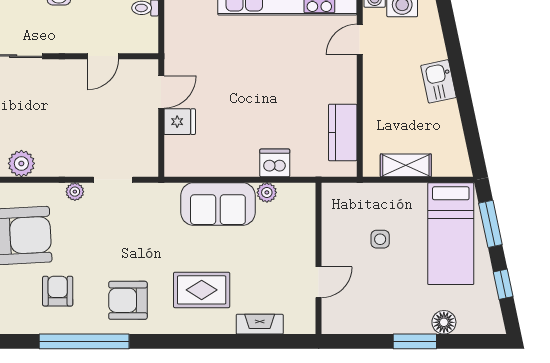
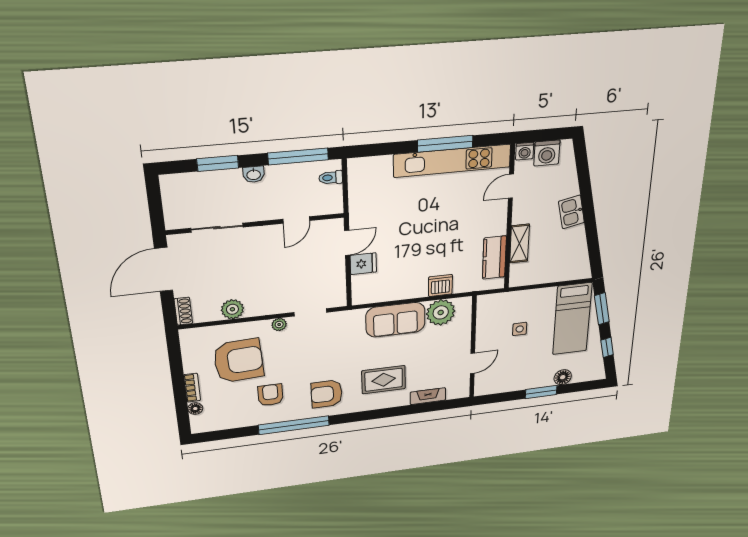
shelving: (406, 165) -> (520, 244), moved, turned 90
plant: (267, 192) -> (441, 312), width x1.87, depth x1.87

